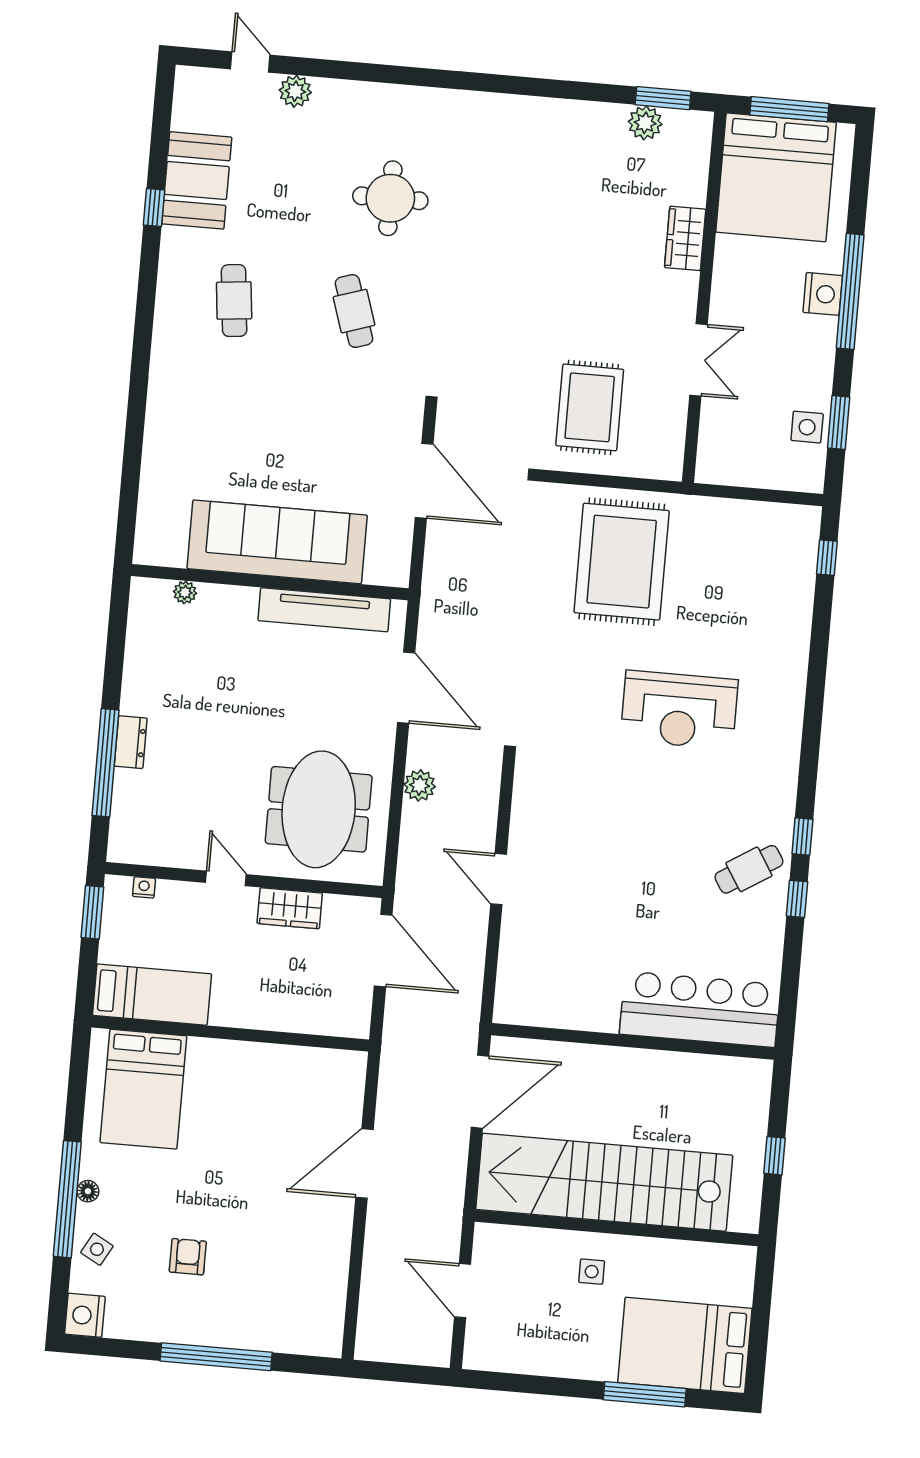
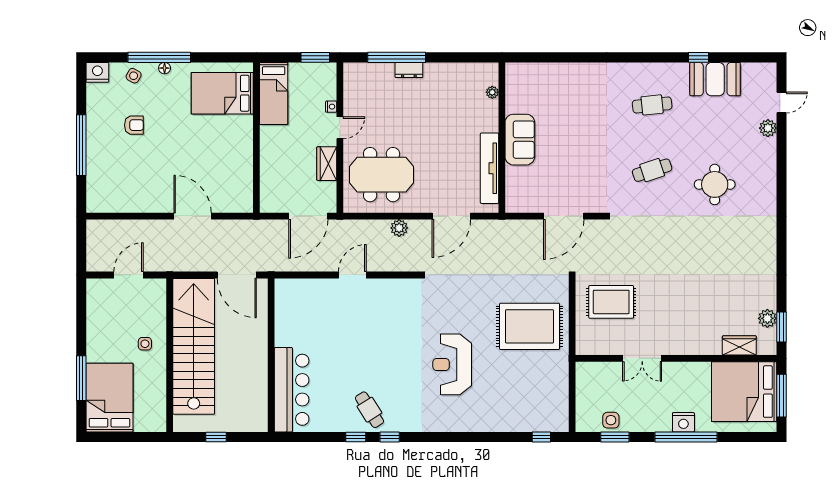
wardrobe: (685, 238) -> (739, 345), moved
sofa: (277, 542) -> (520, 140), width x0.54, depth x0.79
nightstand: (144, 887) -> (331, 107), moved

